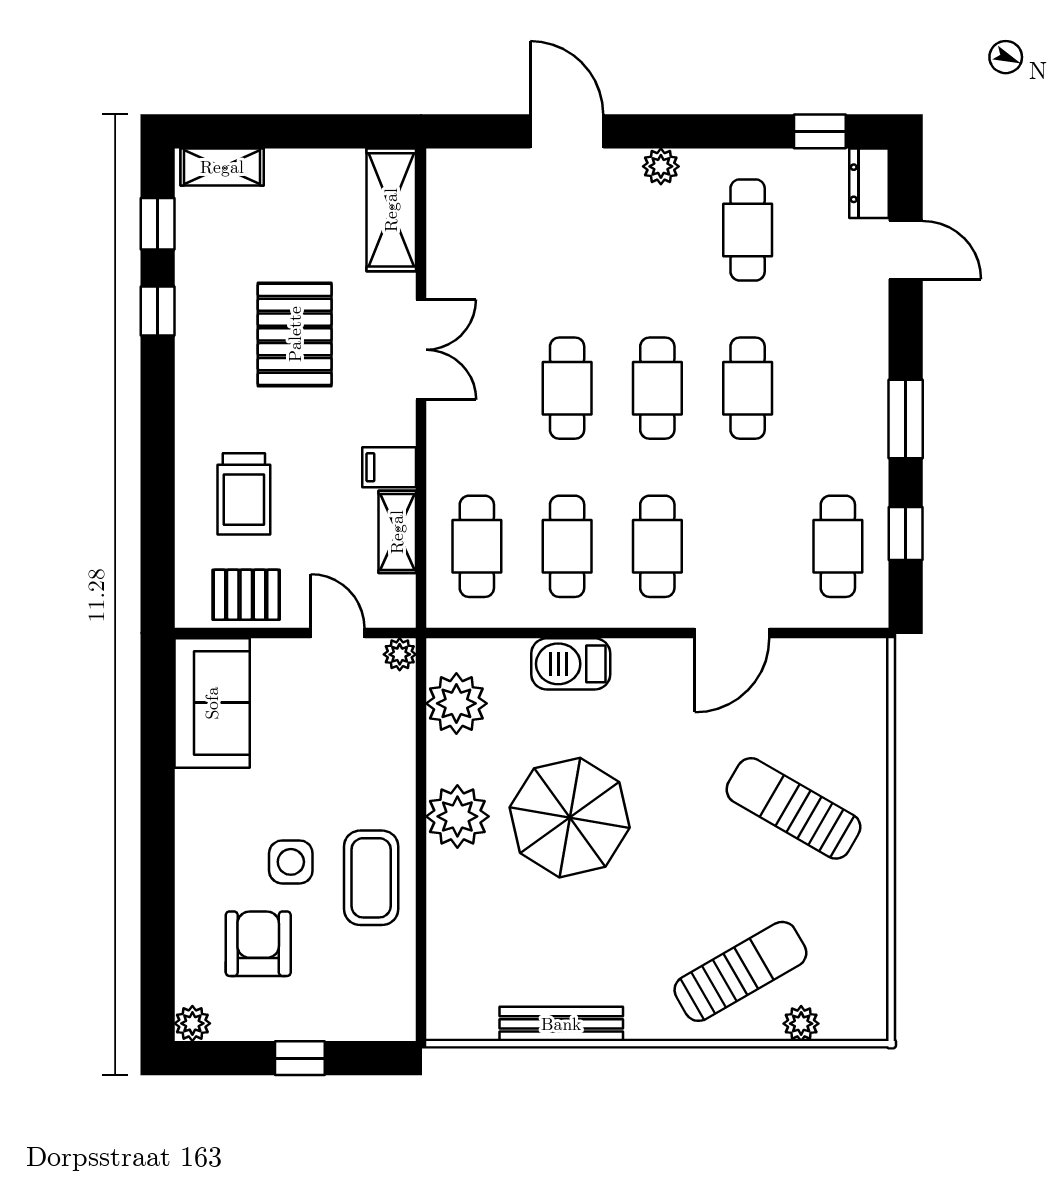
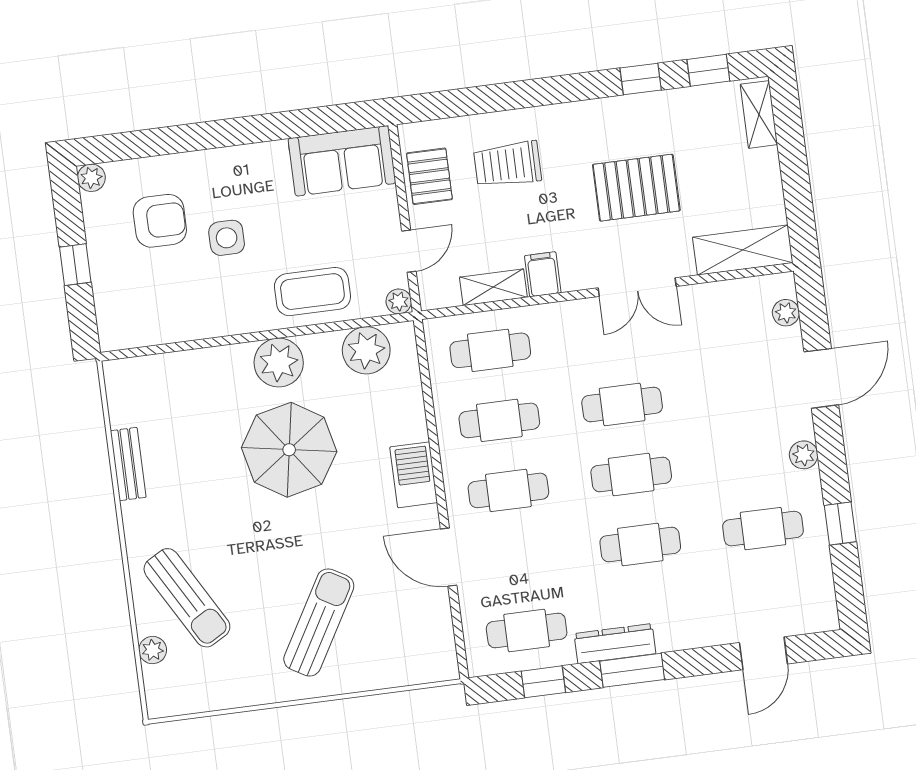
window: (820, 131) -> (840, 523), moved
plant: (478, 165) -> (786, 313), added
dresser: (869, 183) -> (615, 644), moved, width x1.44
barbecue: (571, 664) -> (414, 475), moved
coffee table: (371, 878) -> (312, 292), moved
bench: (561, 1024) -> (128, 464), width x0.73

